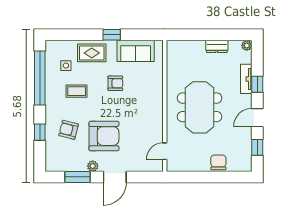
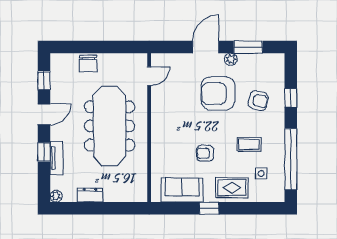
meeting table: (200, 107) -> (110, 126), width x1.36

